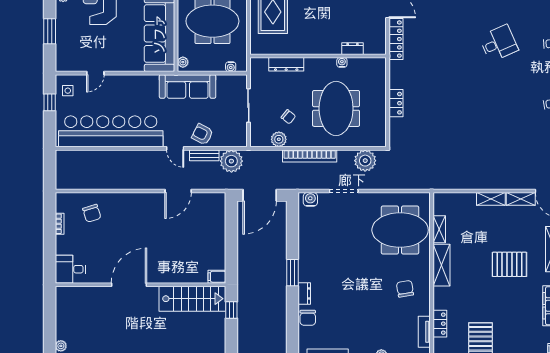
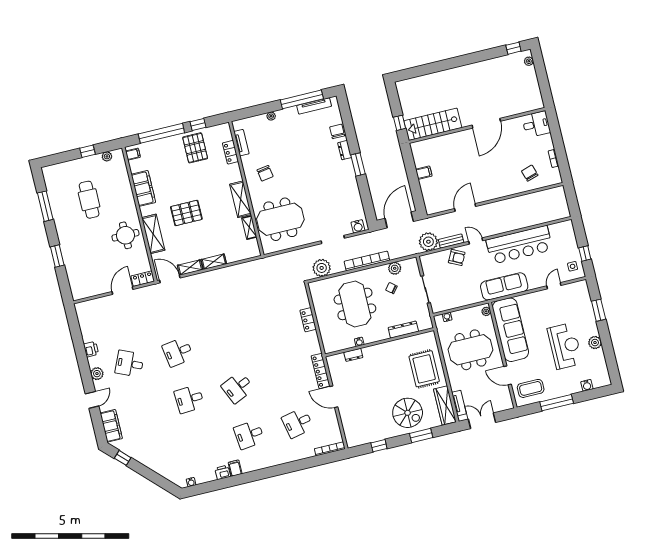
sofa: (188, 86) -> (504, 286), moved
bar counter: (111, 131) -> (519, 245), width x0.73
filing cabinet: (217, 277) -> (424, 173), moved

